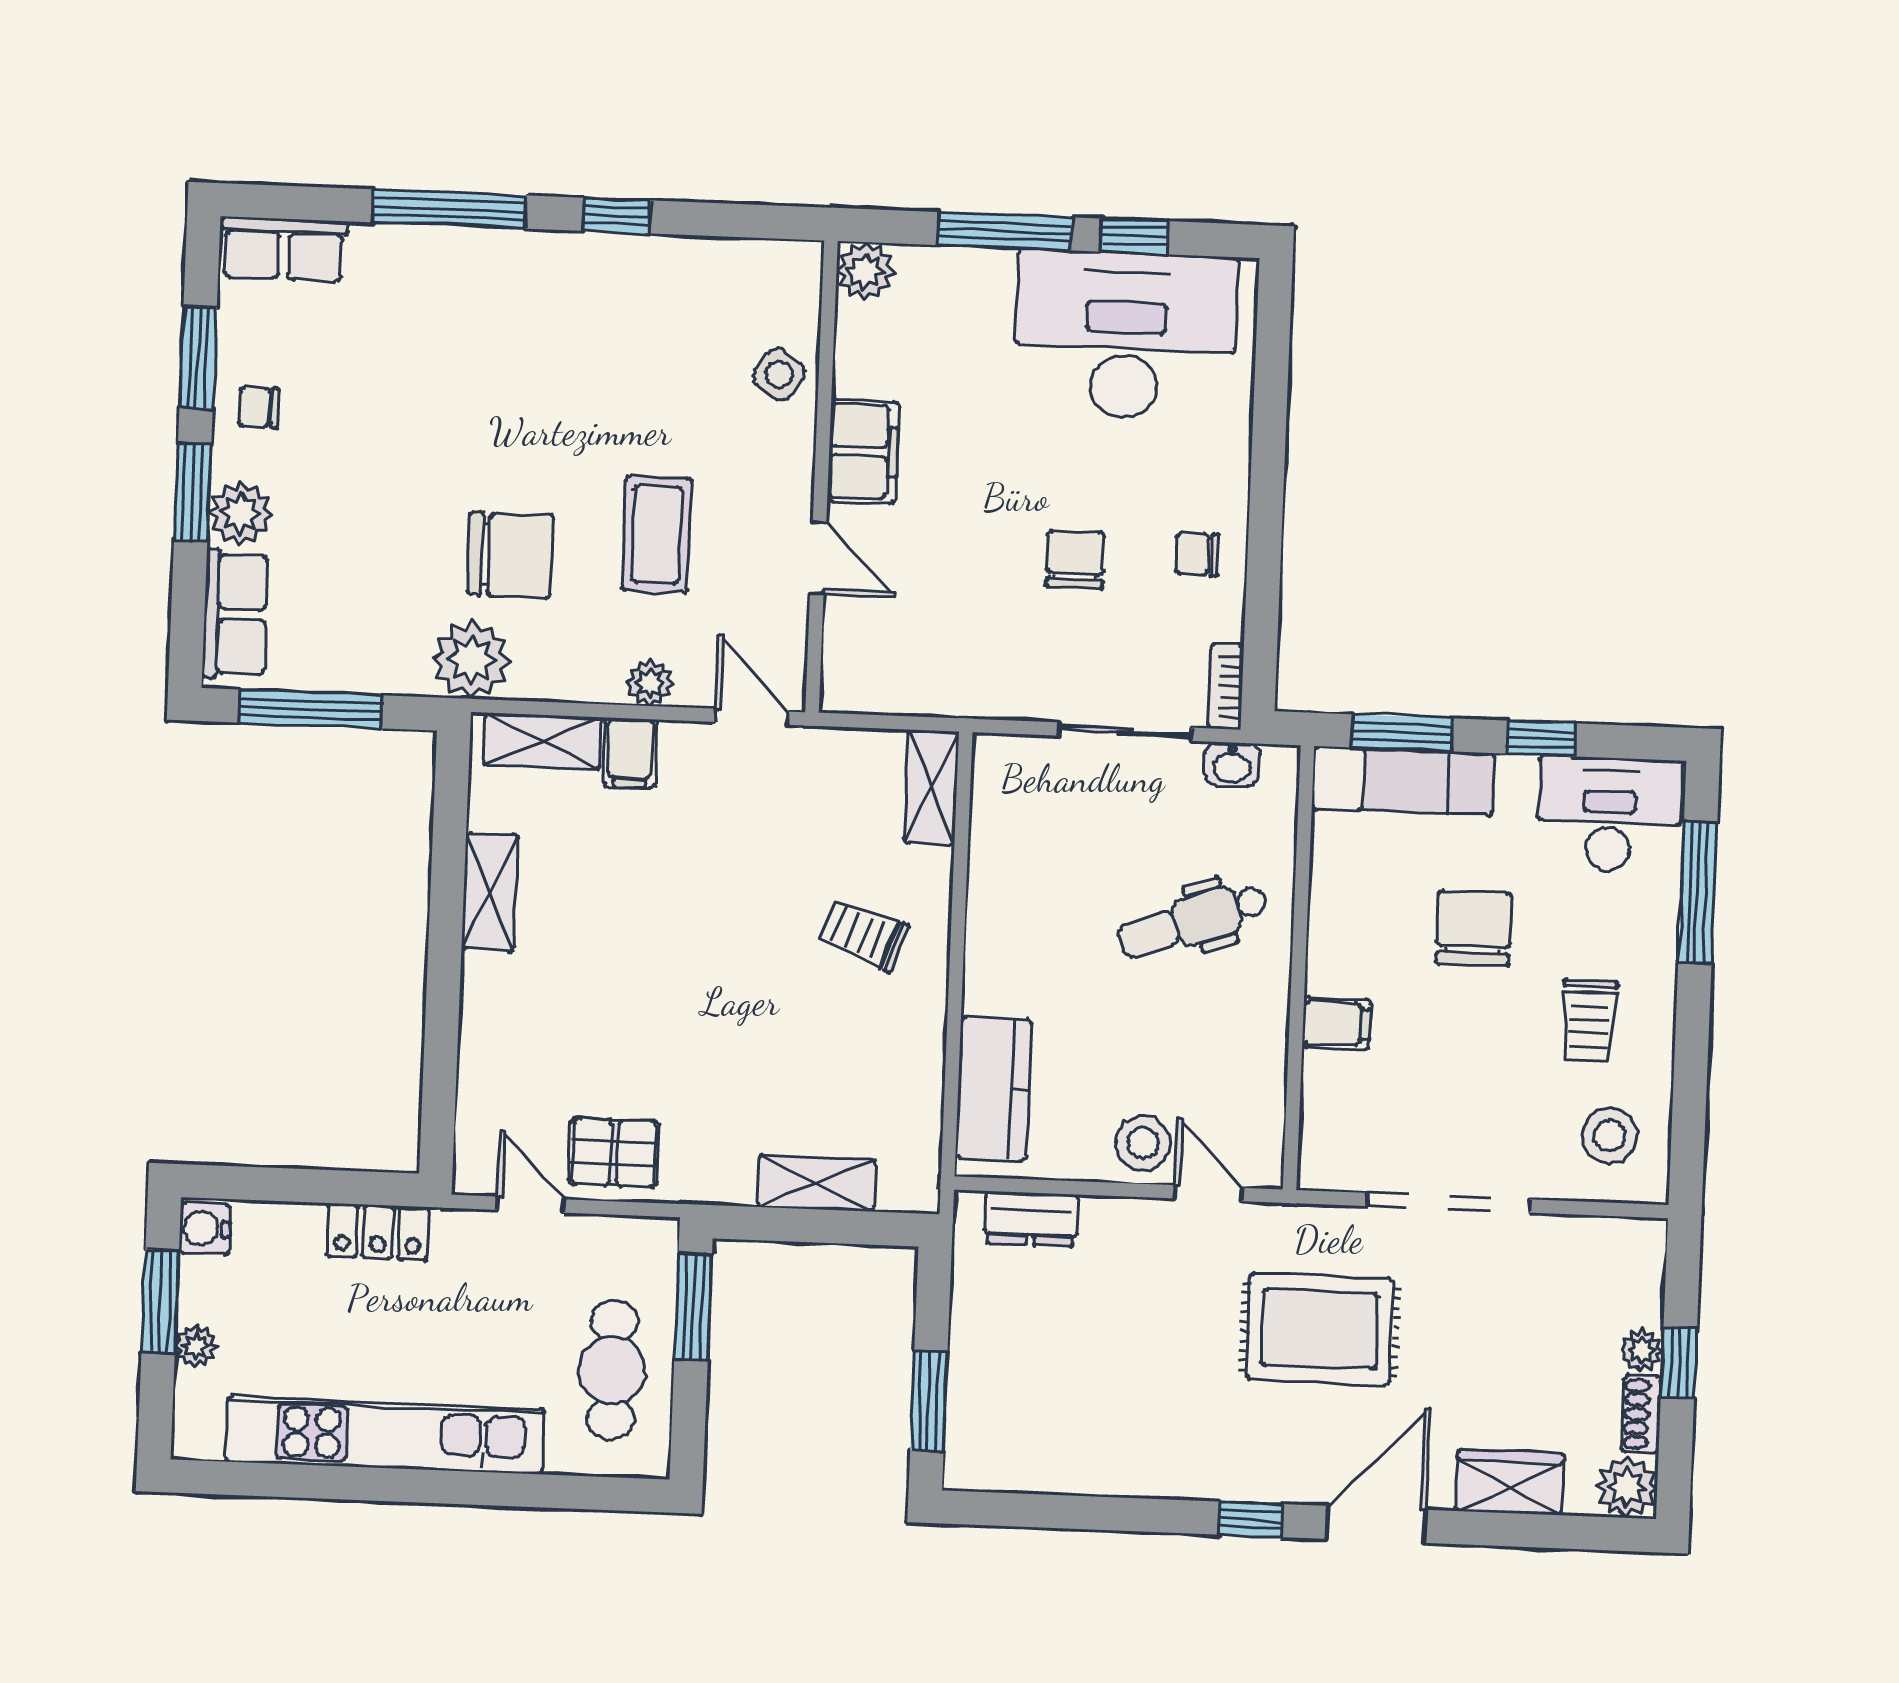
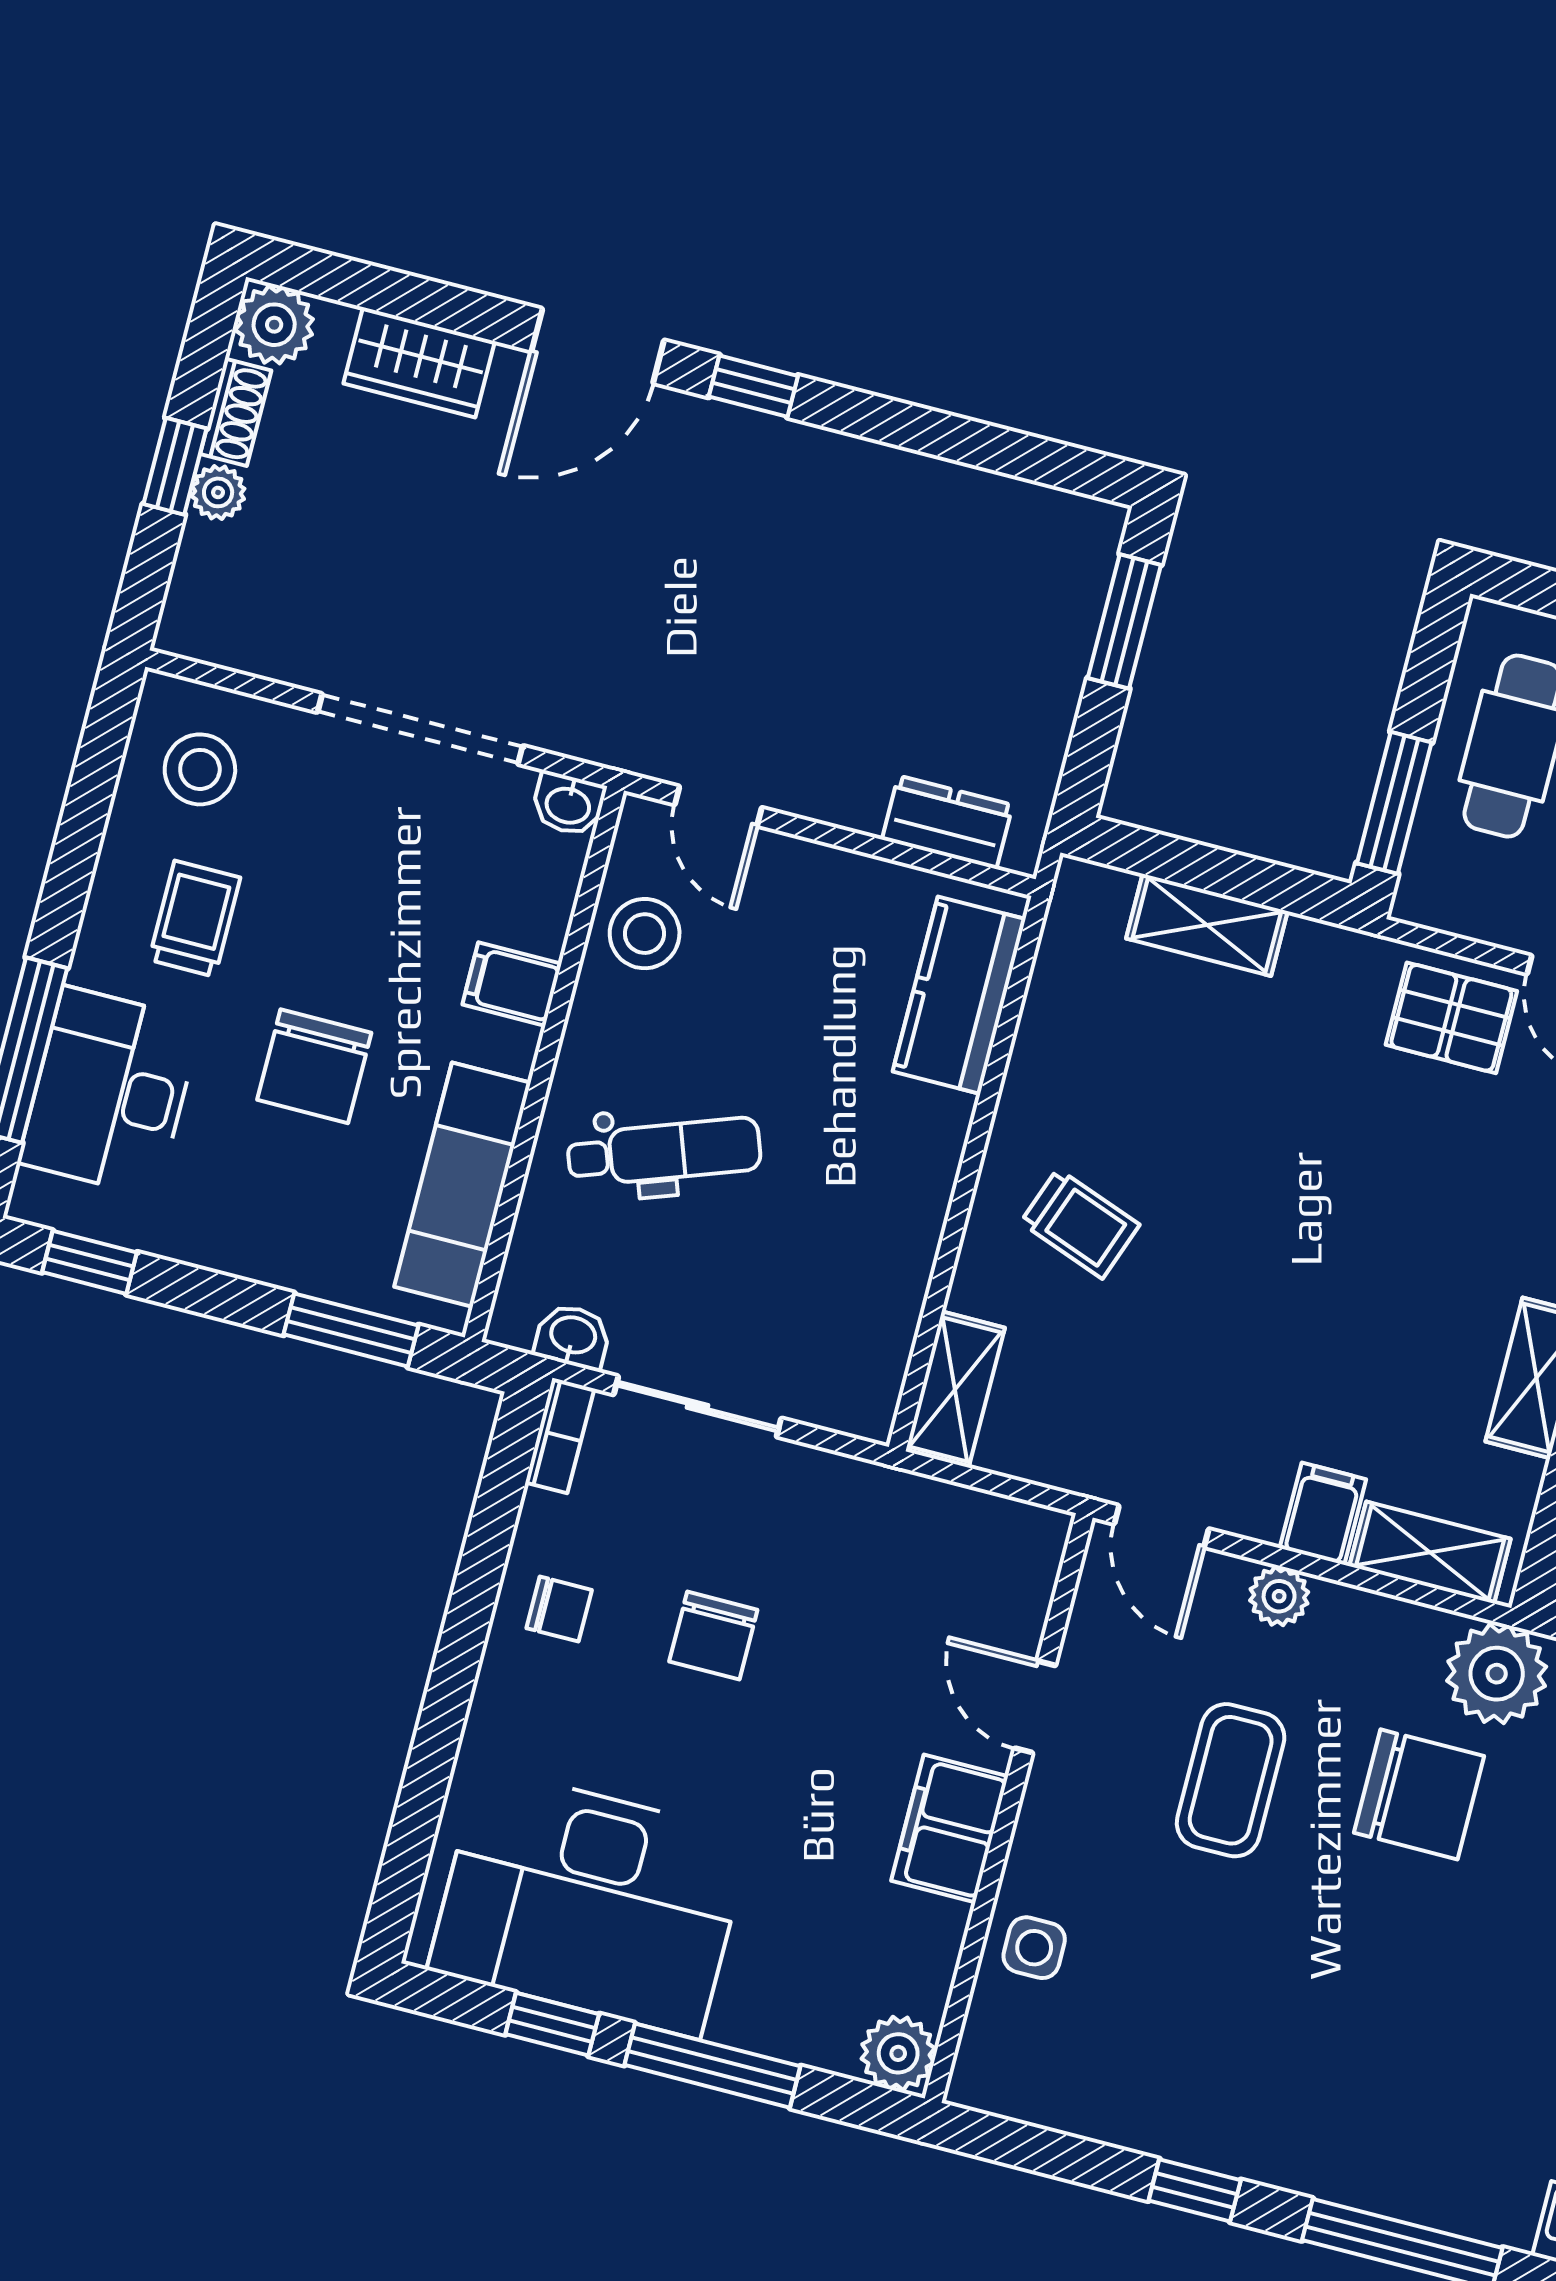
side table: (779, 374) -> (1034, 1948), turned -35
chair: (511, 555) -> (1419, 1794), turned 180
window: (1540, 738) -> (90, 1262), moved
exam couch: (1403, 781) -> (462, 1185), moved, turned -90
desk: (1610, 814) -> (110, 1092), moved, turned 90
stool: (1143, 1143) -> (645, 934), moved
washbasin: (1323, 1170) -> (568, 804), added
rug: (1320, 1329) -> (616, 606), removed

